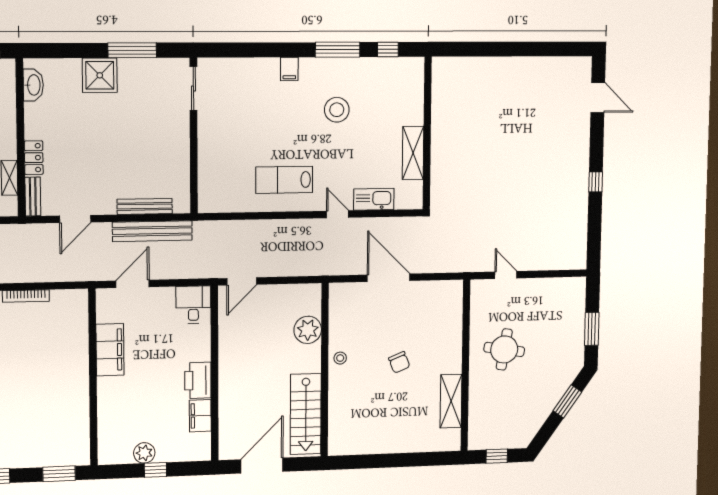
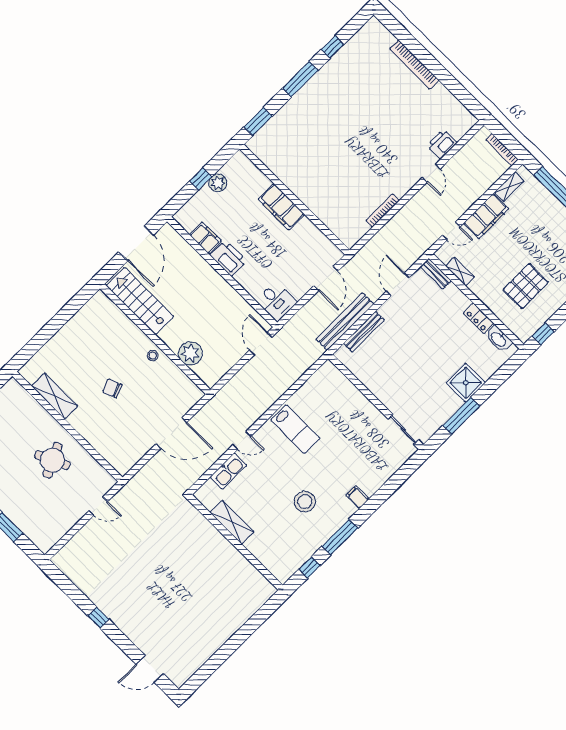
locker: (34, 158) -> (479, 318), moved
lab bench: (284, 180) -> (295, 429), turned 90
round table: (504, 349) -> (52, 460), turned -34
filing cabinet: (110, 350) -> (281, 207), moved

